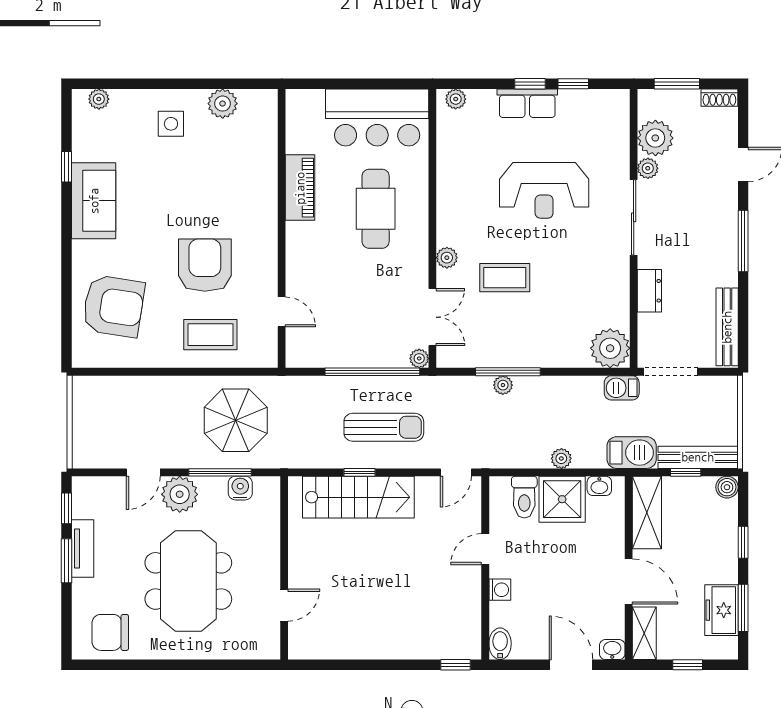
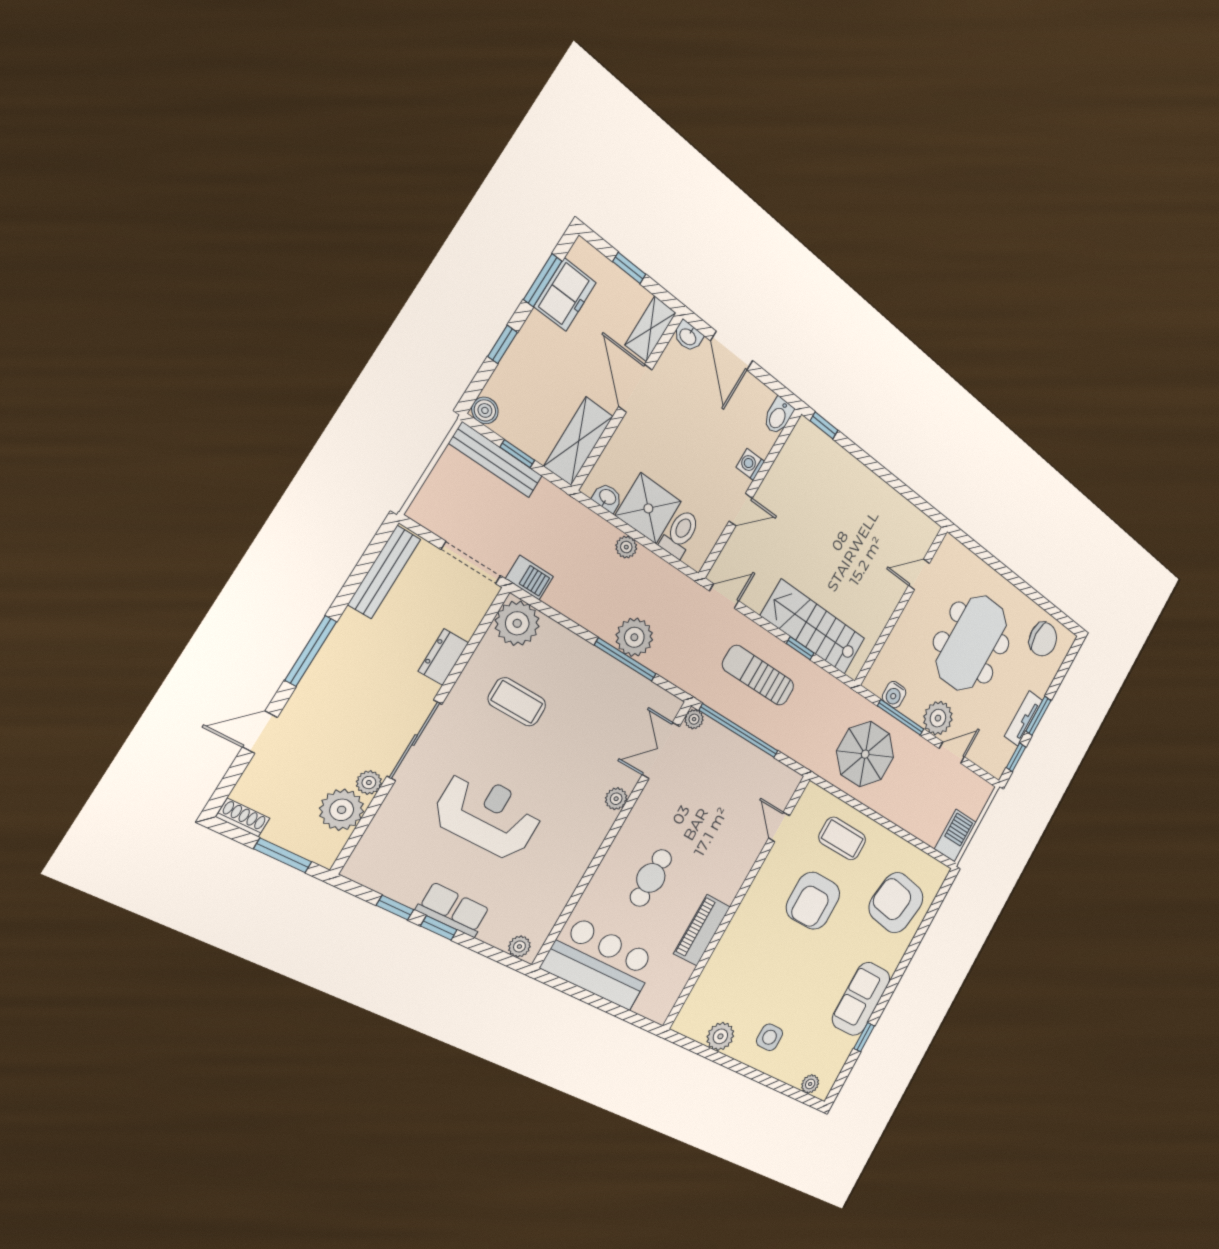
cafe table: (376, 209) -> (651, 878), width x0.73, depth x0.74
coffee table: (505, 278) -> (517, 702), moved
plant: (503, 385) -> (634, 637), width x1.87, depth x1.87
barbecue: (632, 453) -> (955, 836), moved, turned 90

